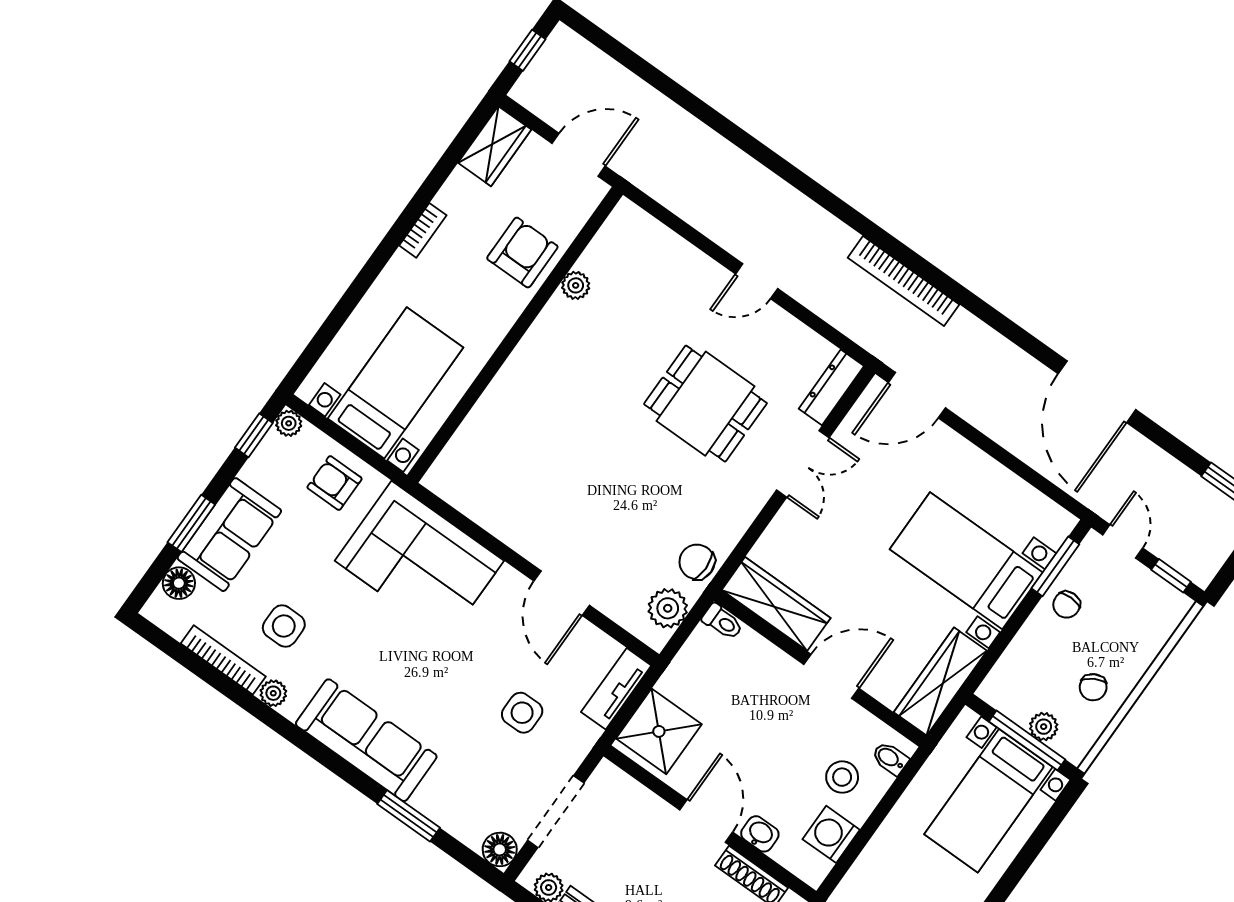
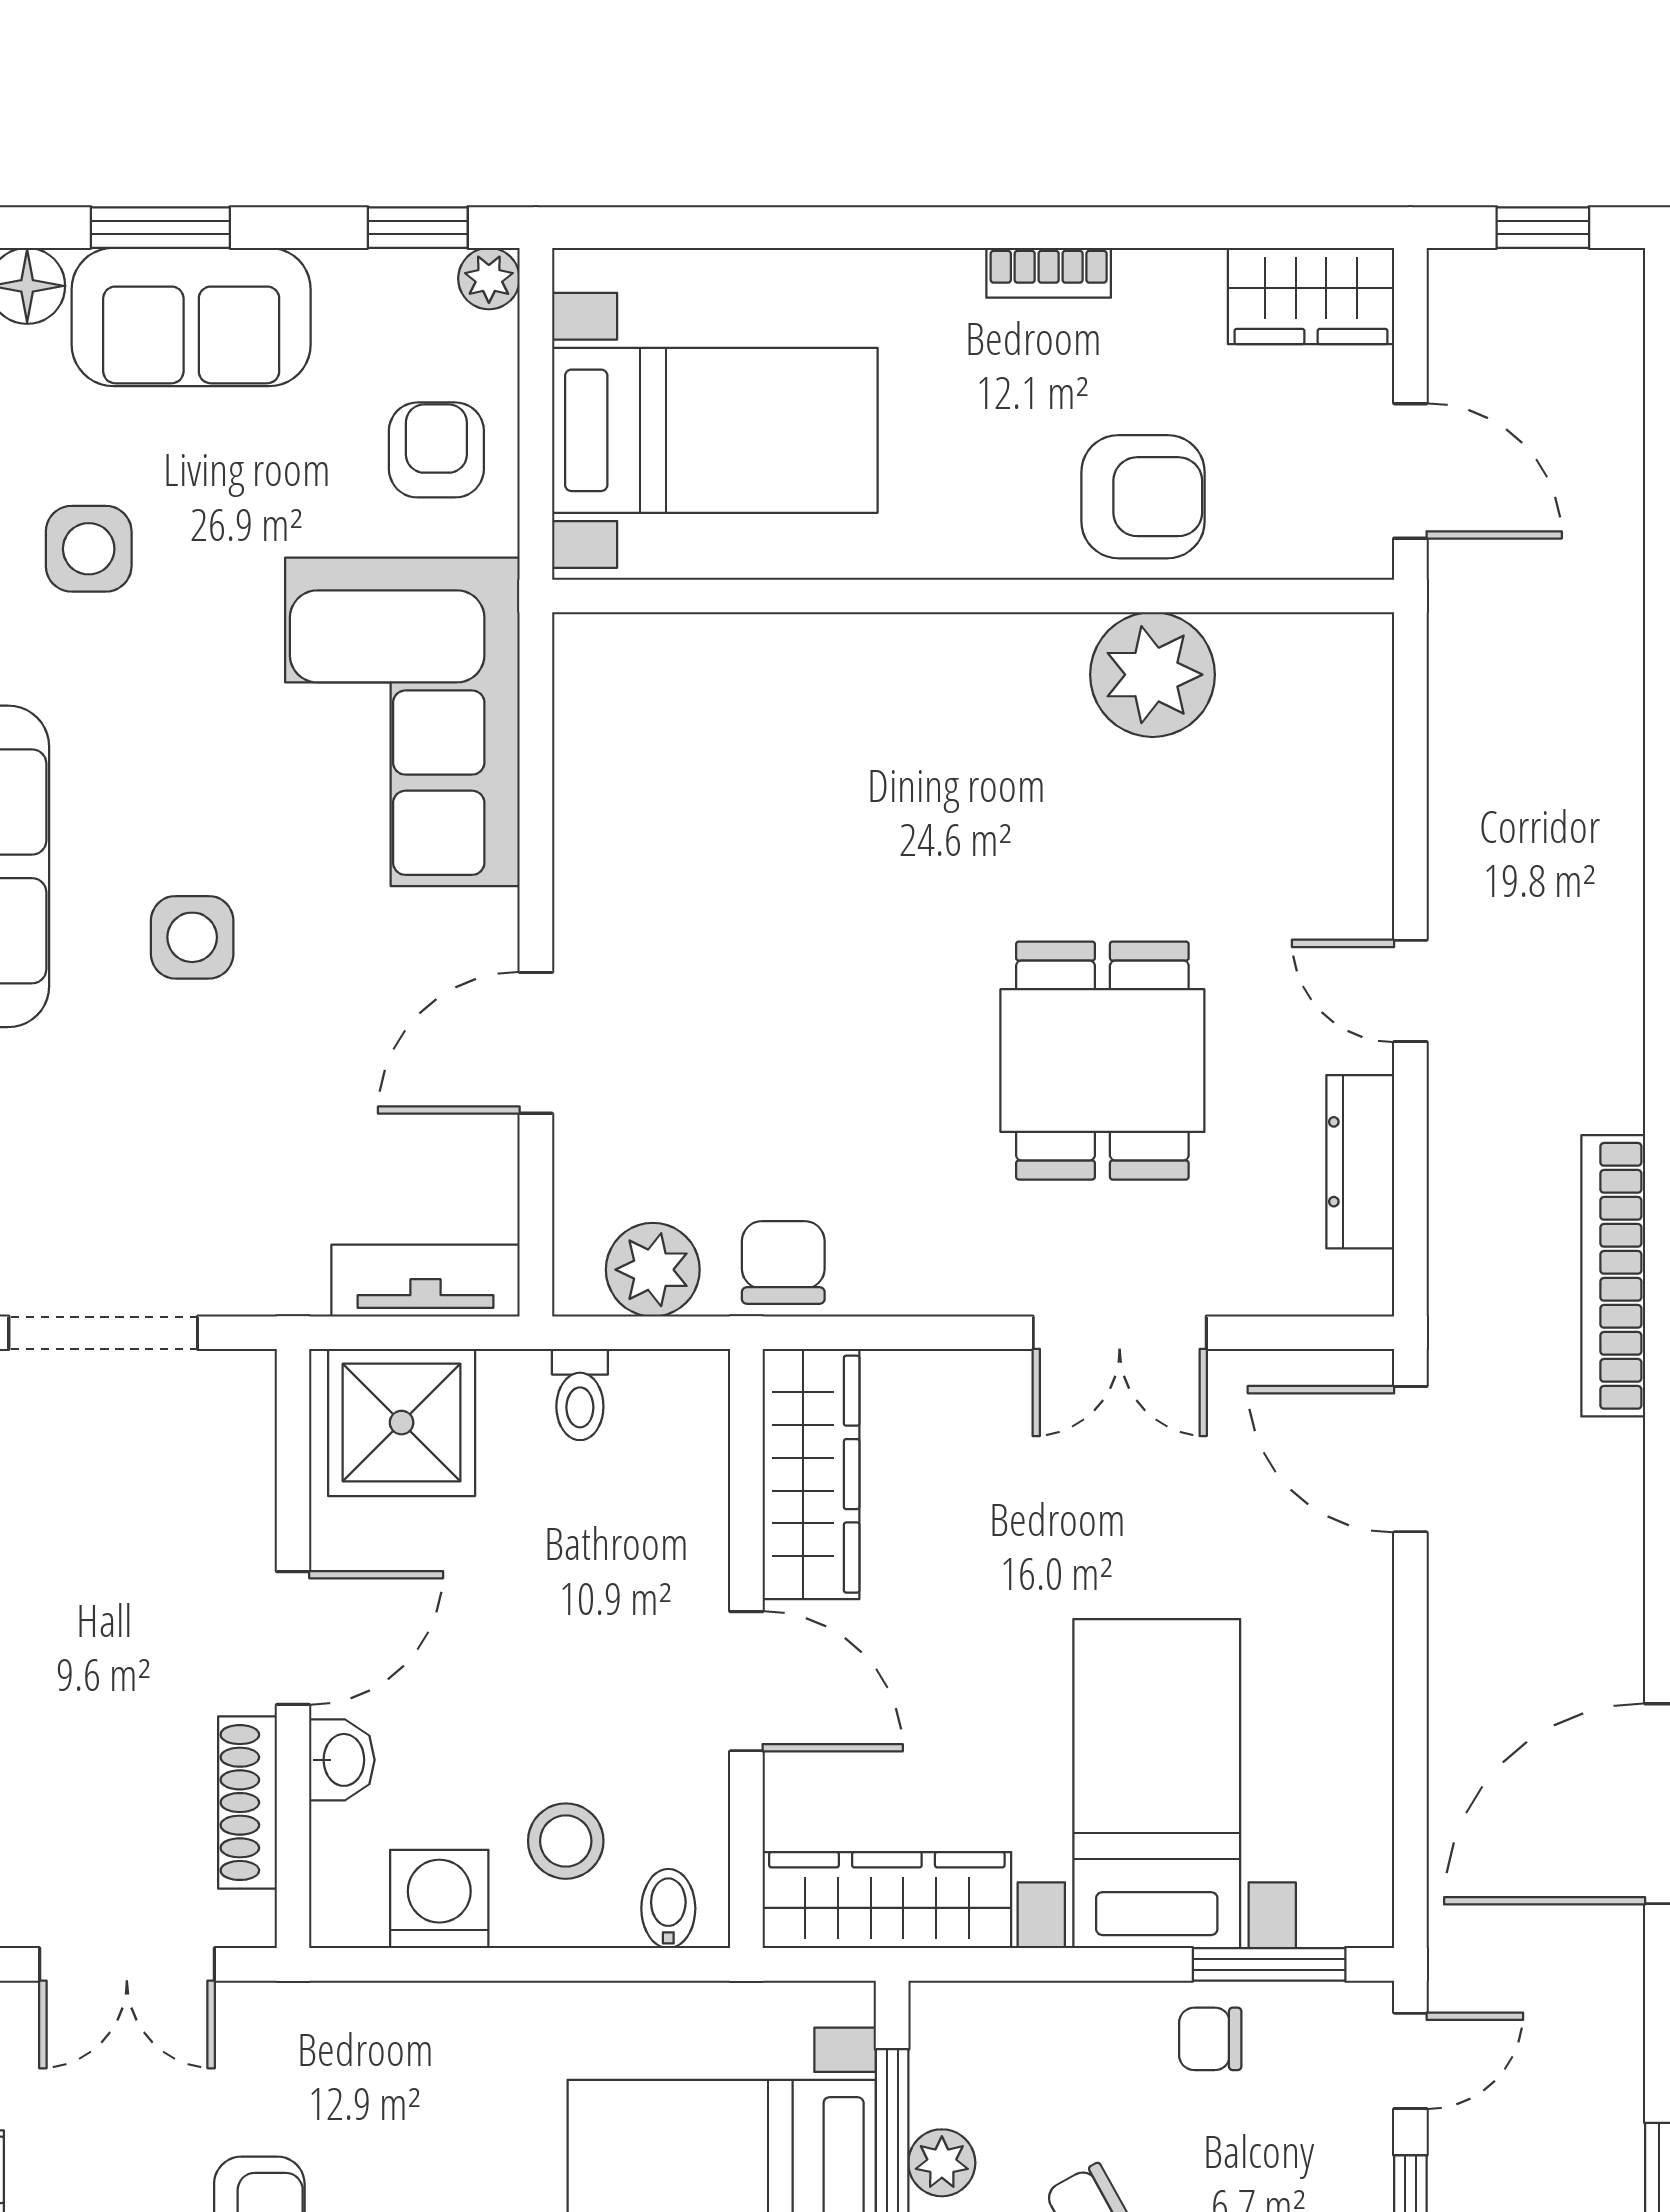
plant: (576, 285) -> (1153, 675), width x1.88, depth x1.88
dresser: (831, 387) -> (1360, 1162), moved, turned -90
toilet: (722, 622) -> (580, 1395), moved
side table: (522, 713) -> (192, 937), moved

